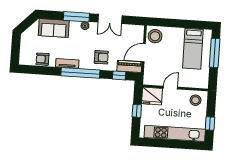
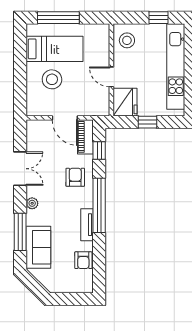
window: (76, 17) -> (20, 232), moved
stool: (155, 36) -> (52, 79), moved

